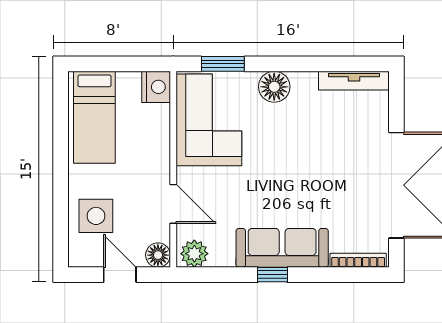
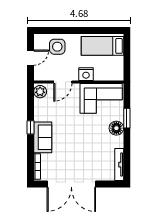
window: (223, 64) -> (127, 118), moved
nightstand: (156, 87) -> (86, 74), moved
sofa: (282, 248) -> (43, 137), width x0.73
floor lamp: (158, 255) -> (39, 75), removed

